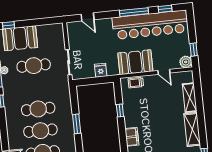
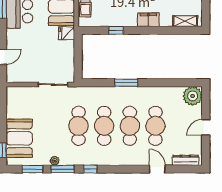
cafe table: (34, 66) -> (78, 126), moved
fridge: (101, 70) -> (67, 33), moved

